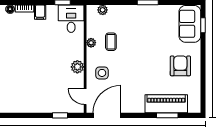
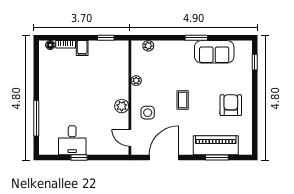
desk: (71, 19) -> (72, 140), moved, turned 180
sofa: (190, 24) -> (214, 52), moved, turned -90
coffee table: (111, 42) -> (183, 100), moved
window: (60, 115) -> (79, 158), moved
door: (107, 115) -> (164, 158), moved

